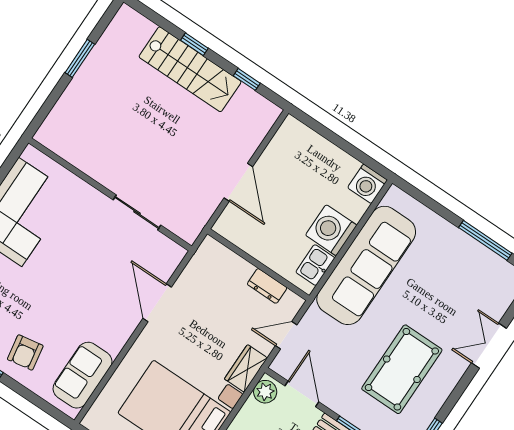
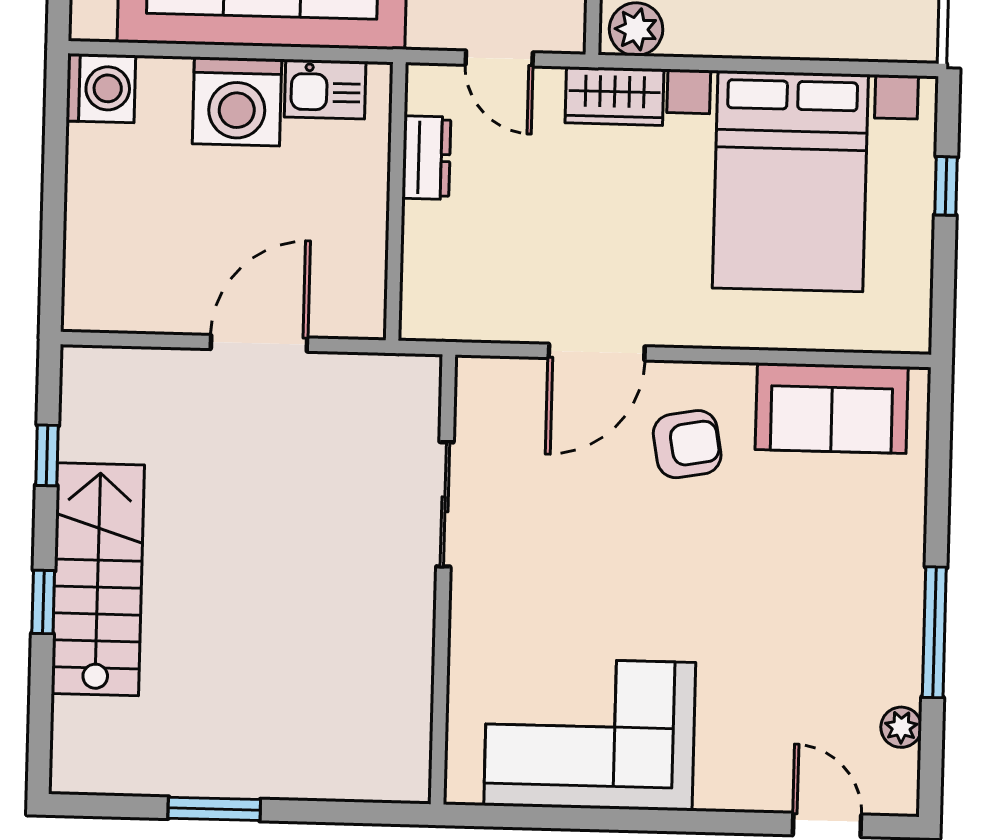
armchair: (25, 352) -> (687, 444), moved

